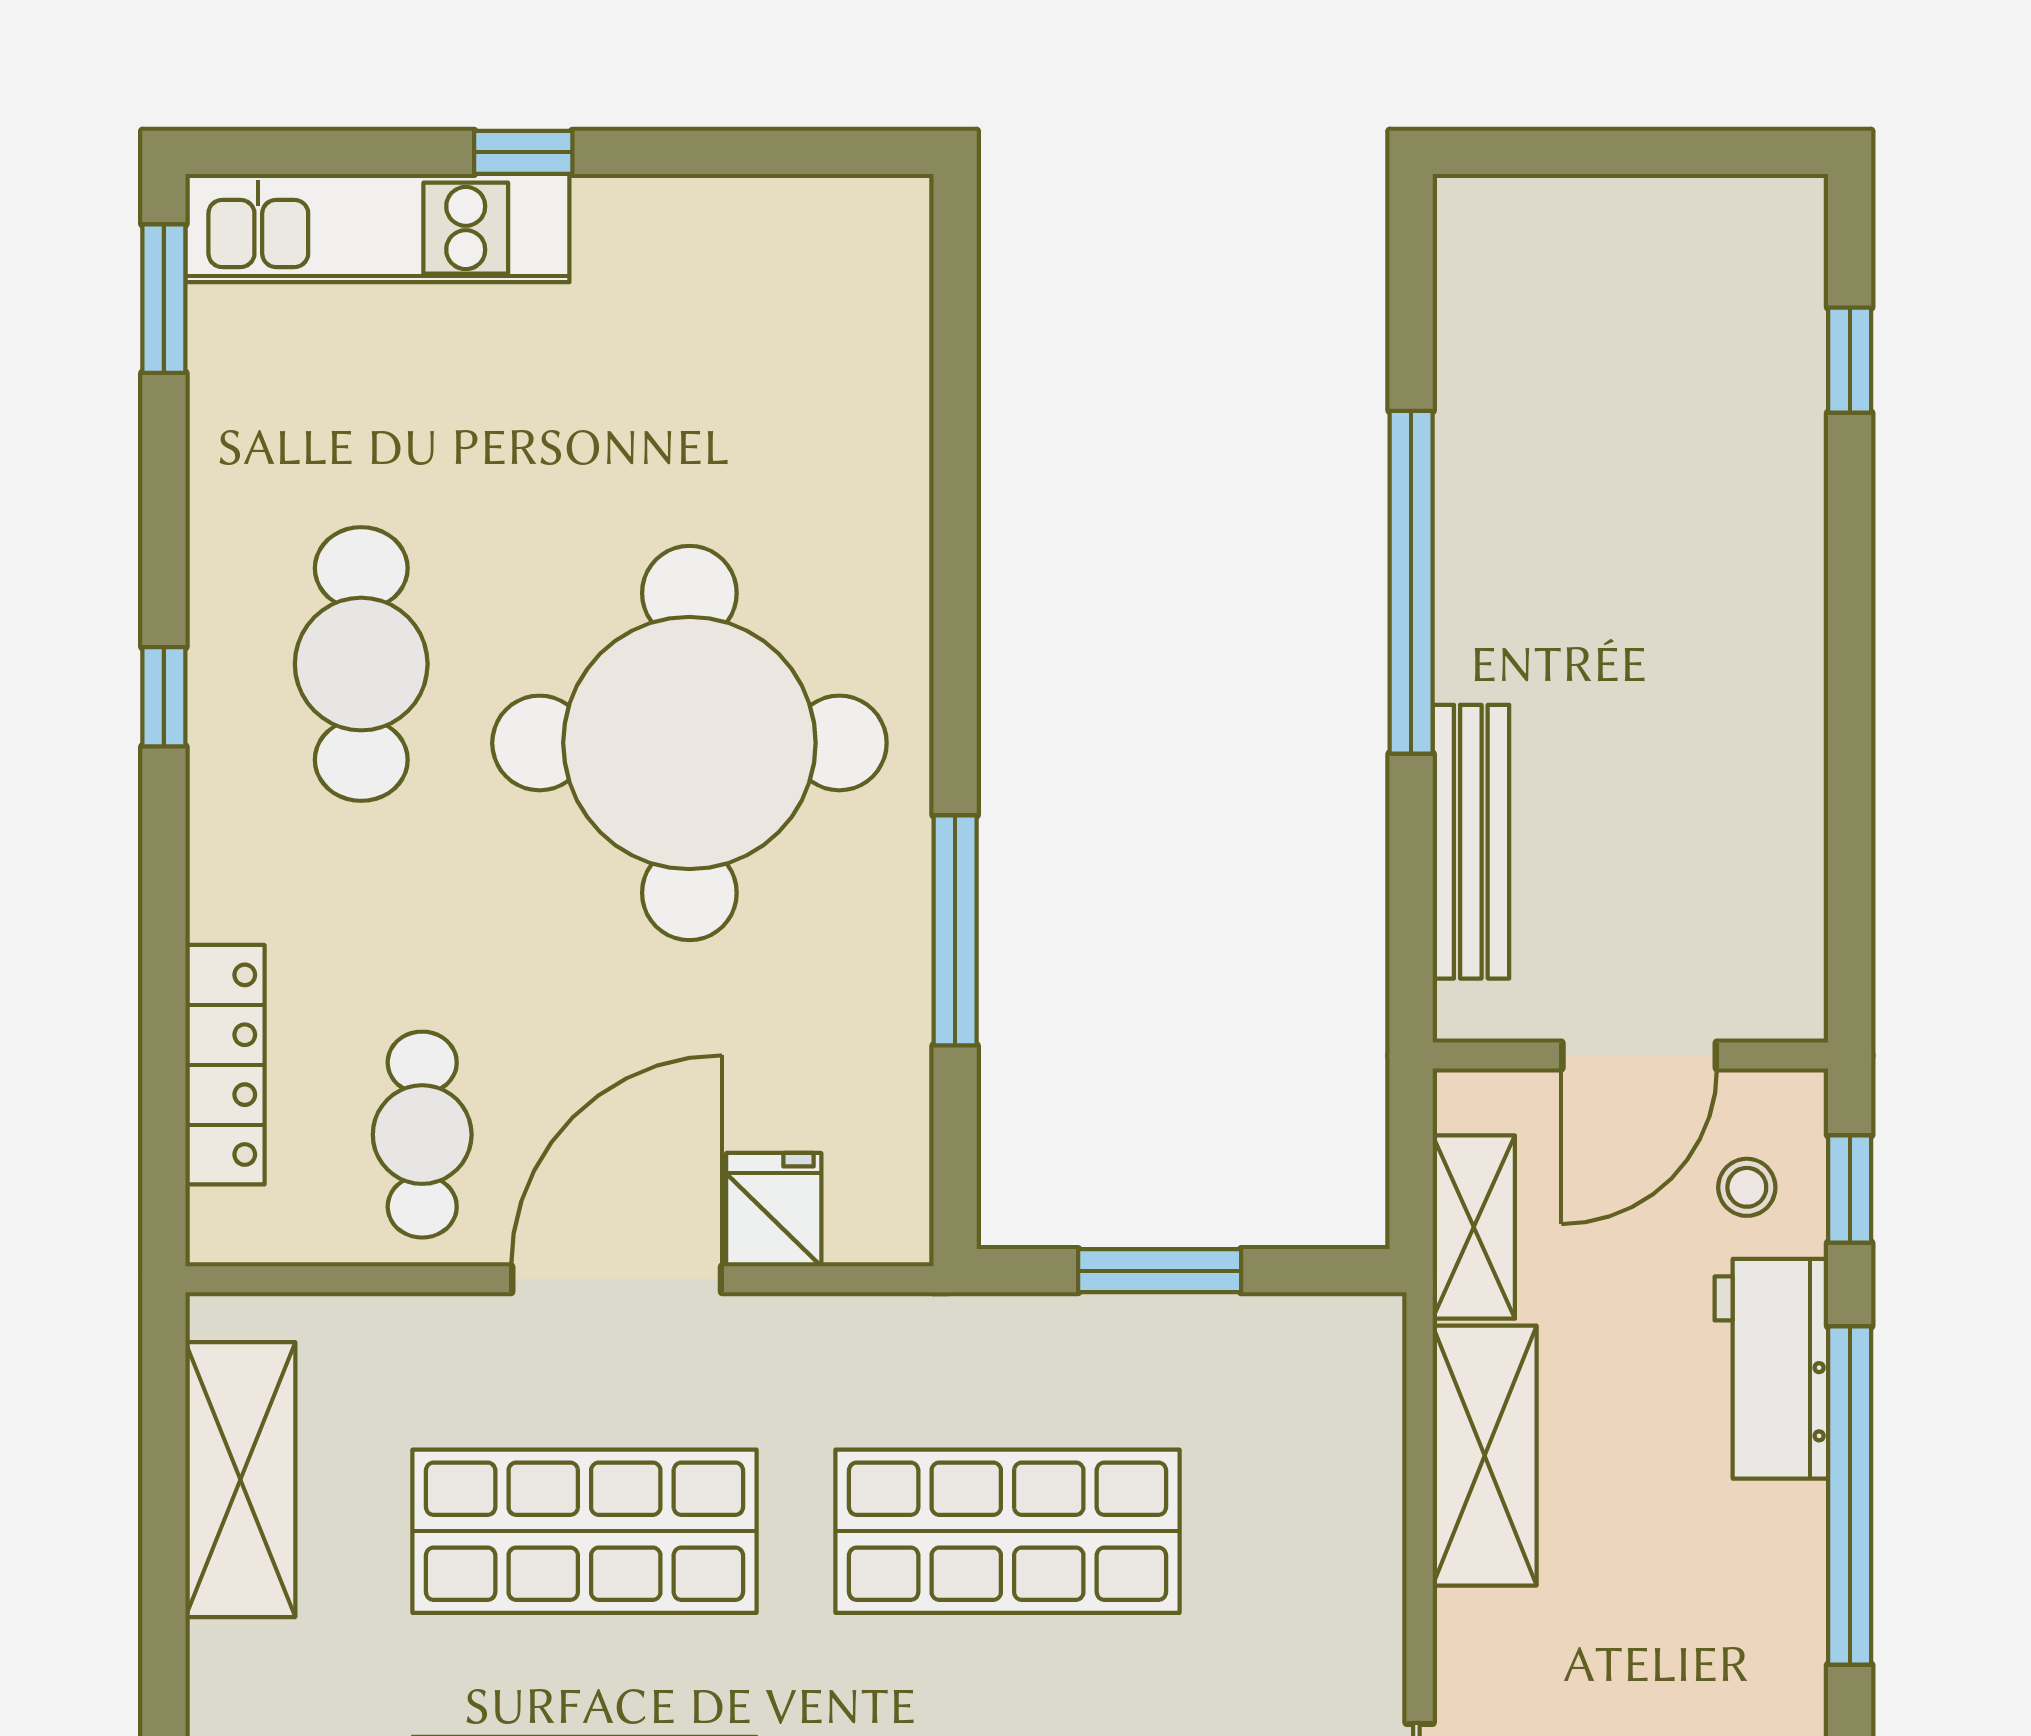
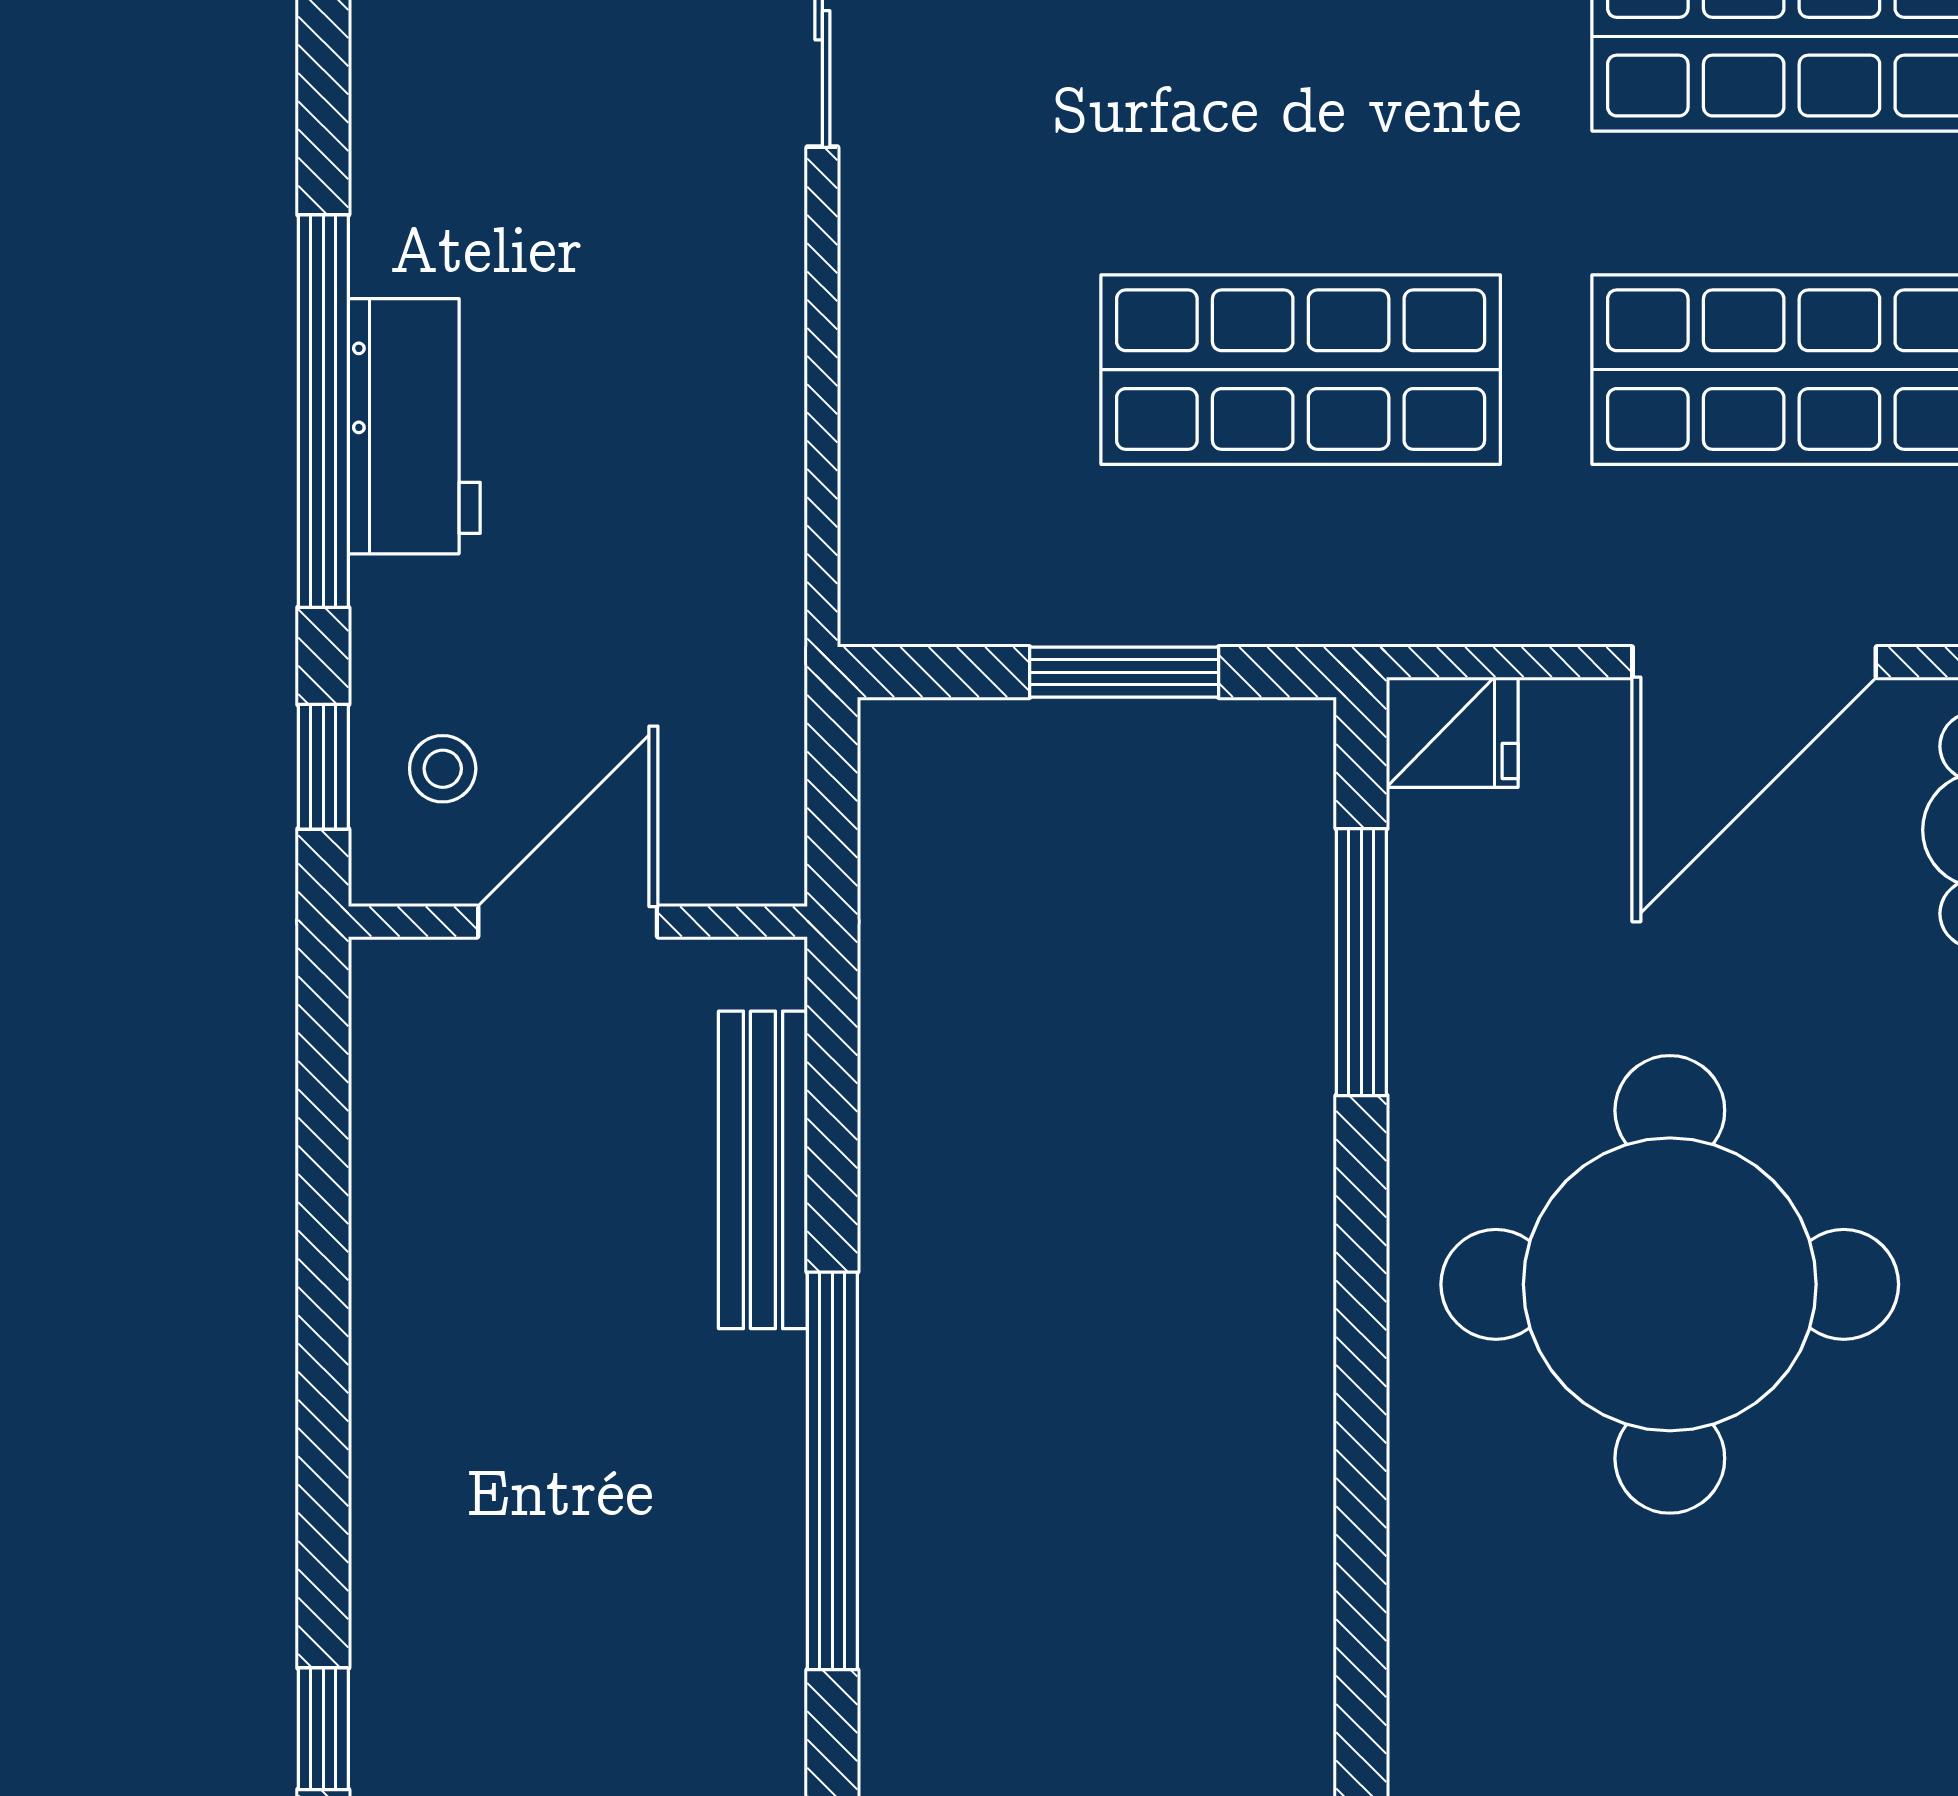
window: (955, 930) -> (1361, 962), moved
fridge: (774, 1210) -> (1452, 732), moved, turned -90
shelving: (1474, 1227) -> (760, 723), removed
workbench: (1771, 1369) -> (414, 426), moved
shelving: (1485, 1456) -> (747, 457), removed

